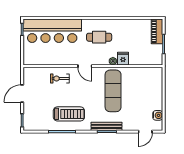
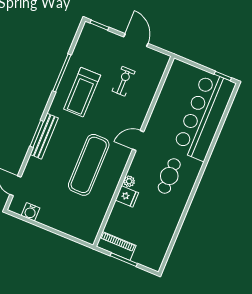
piano: (157, 31) -> (116, 246), moved
exercise bike: (60, 78) -> (124, 81), moved
exercise mat: (113, 91) -> (89, 165), turned 90

